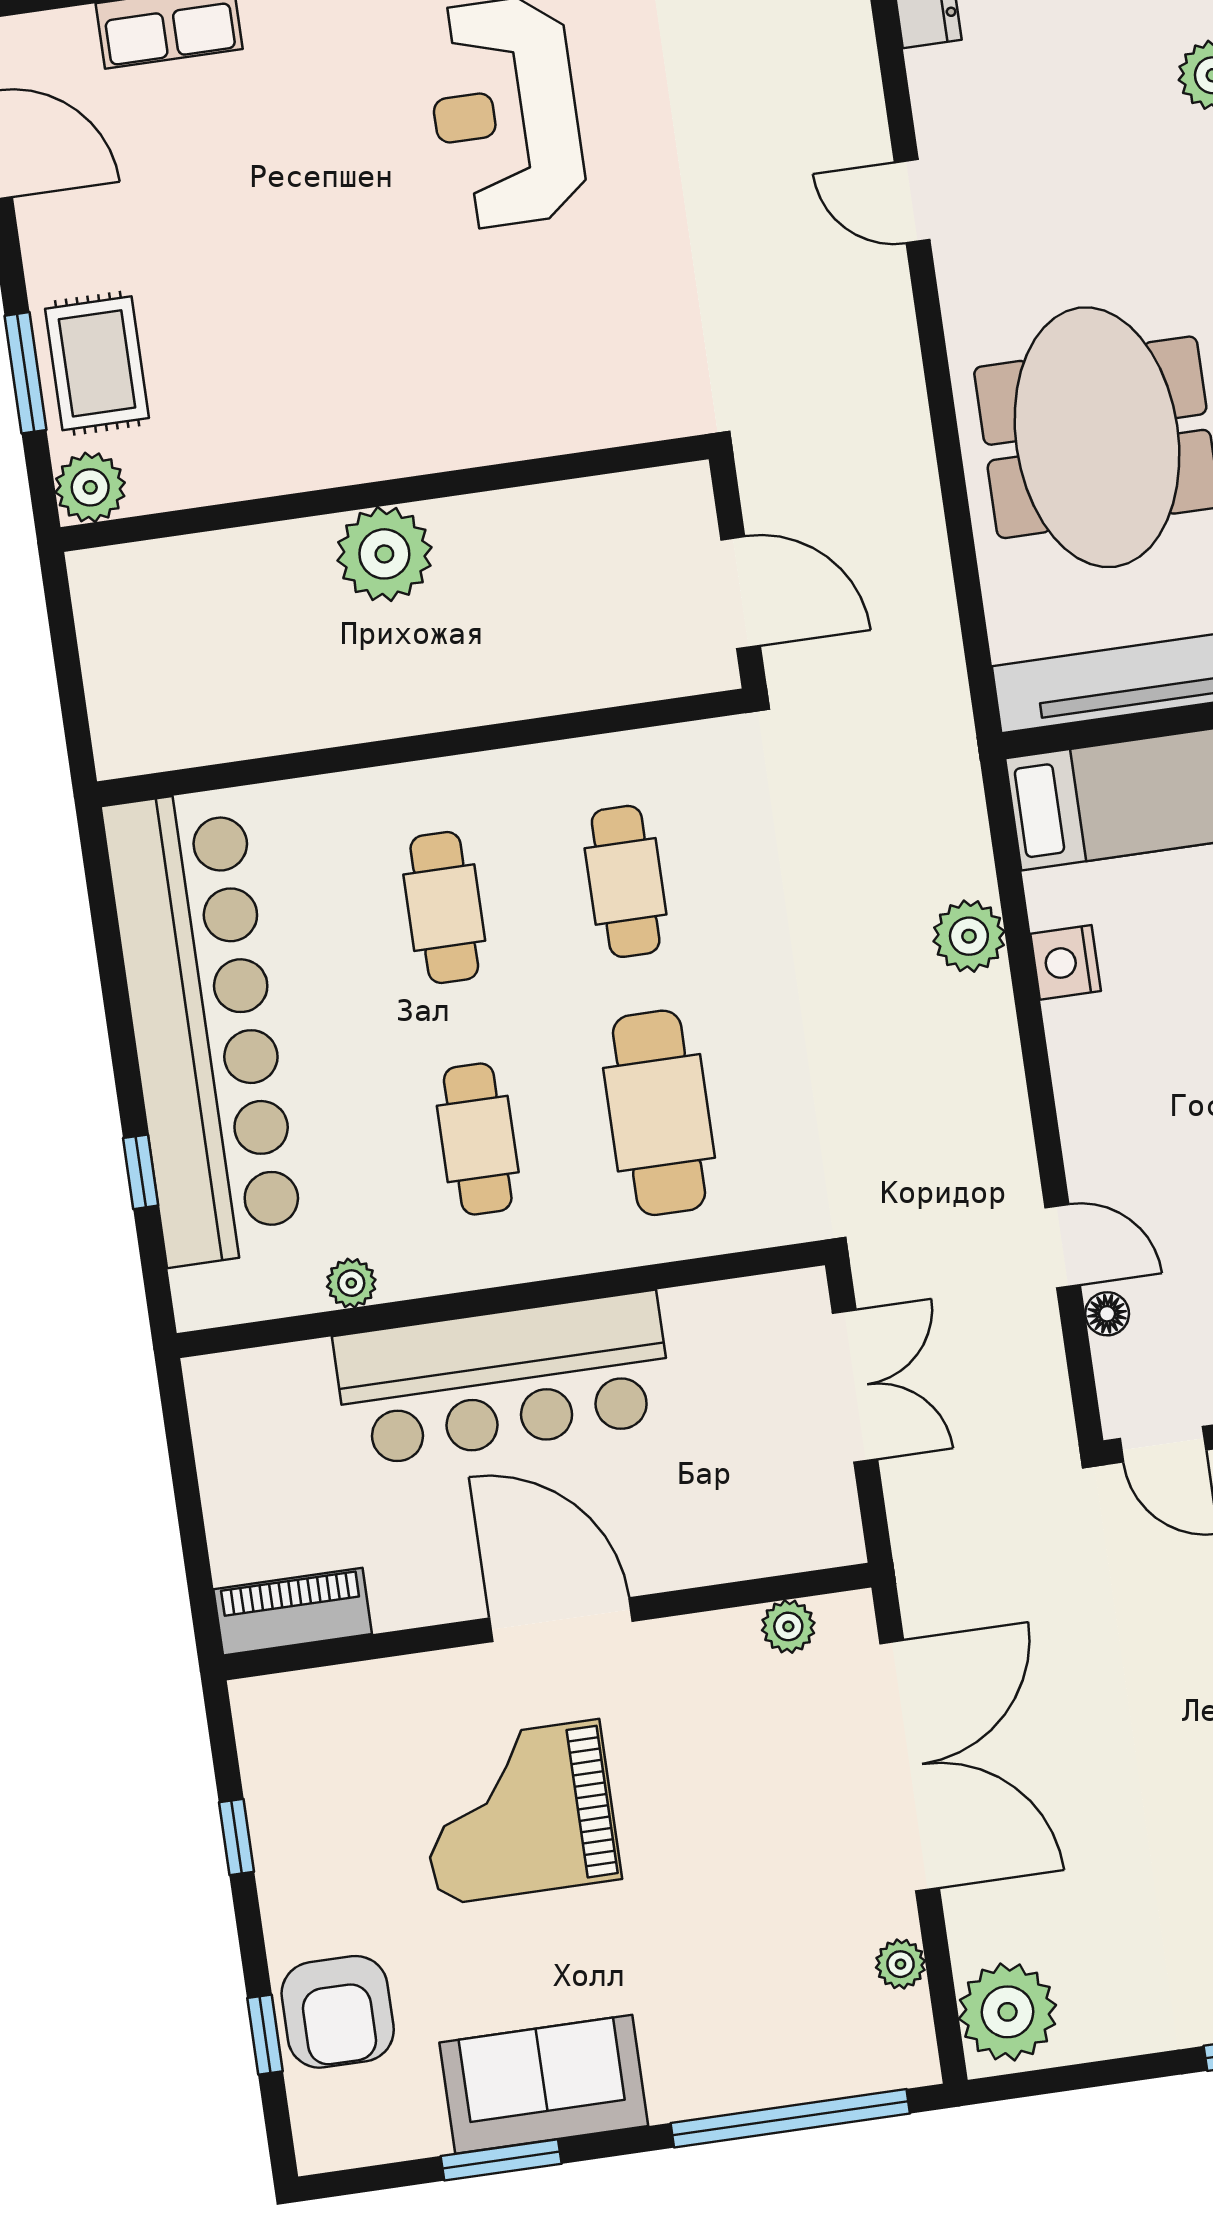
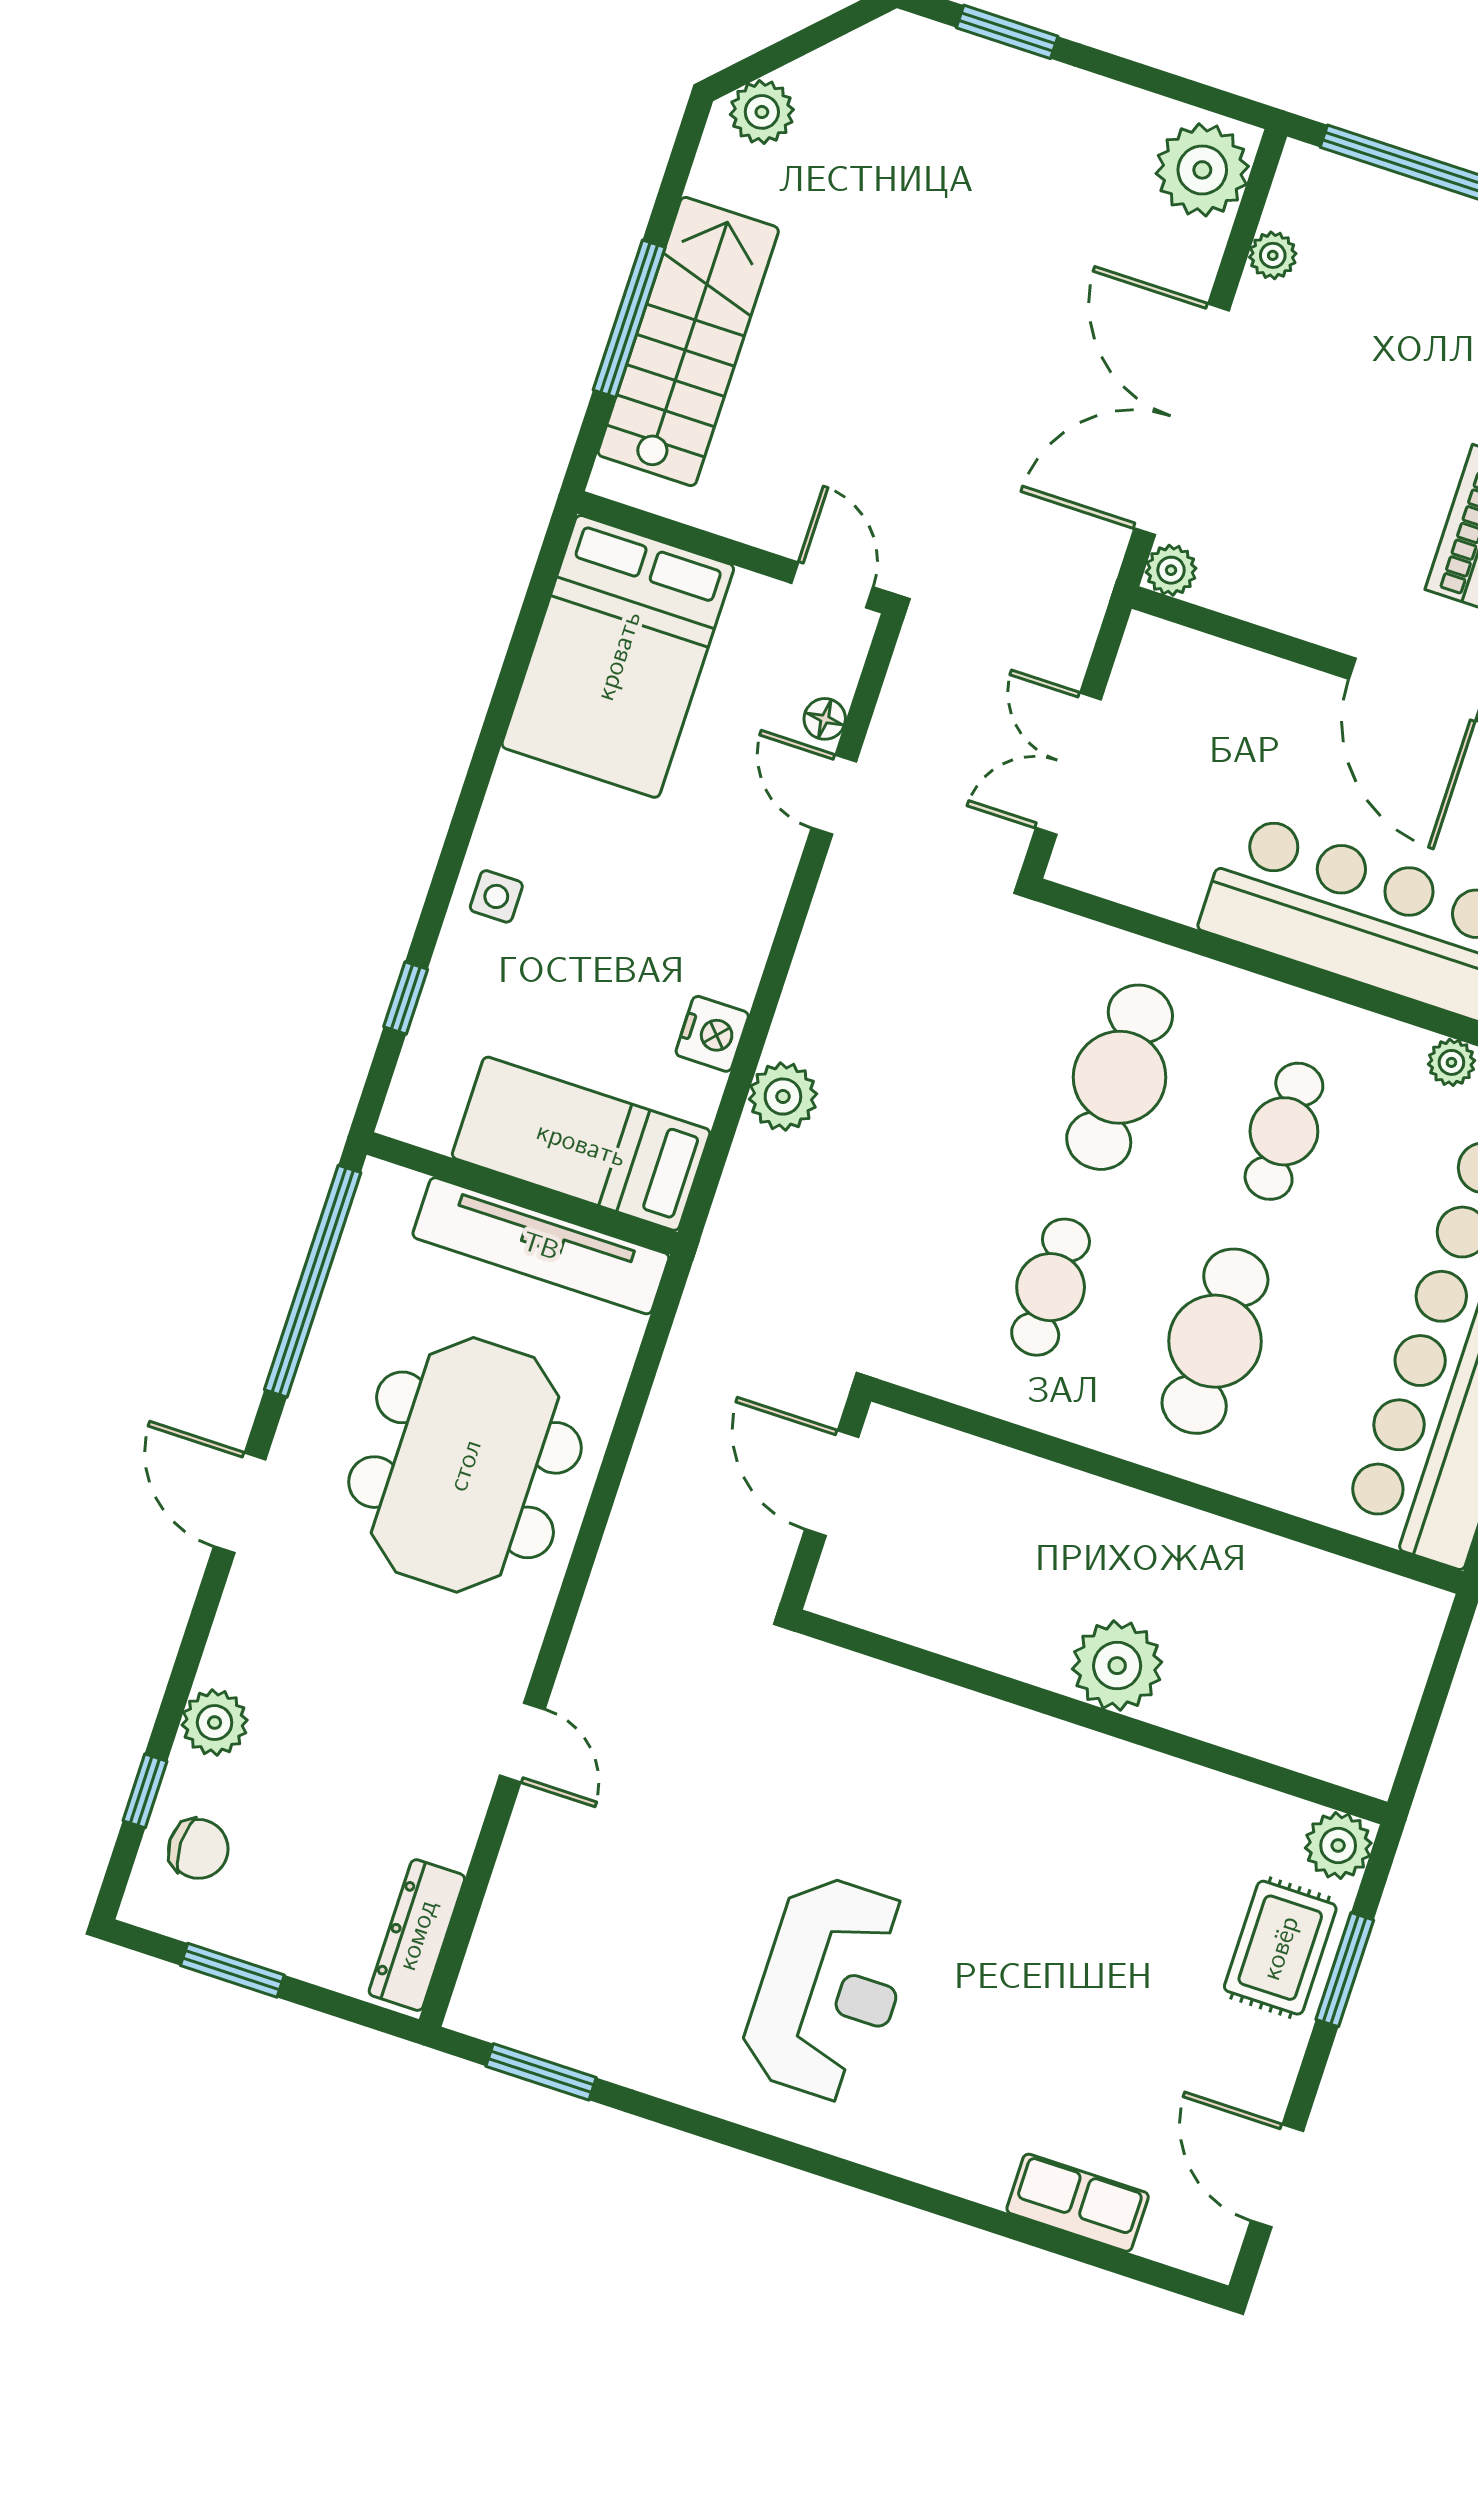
cafe table: (444, 908) -> (1215, 1341), width x1.37, depth x1.35
plant: (788, 1626) -> (1171, 570), moved

